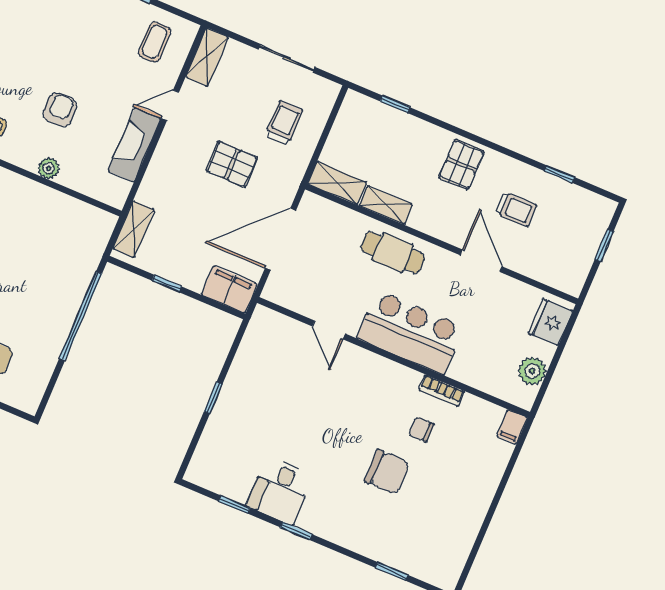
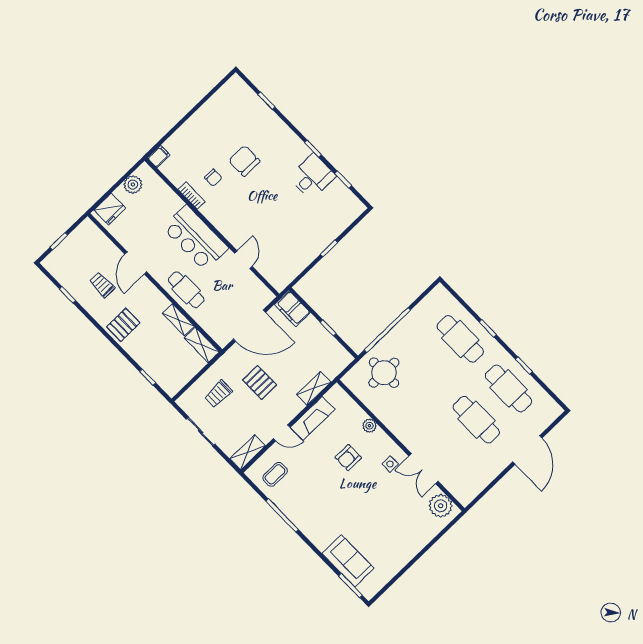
shelving: (134, 229) -> (314, 388), moved
round table: (60, 253) -> (384, 373), added

